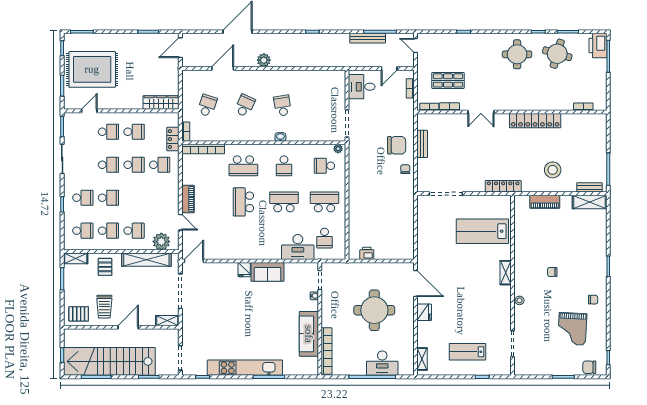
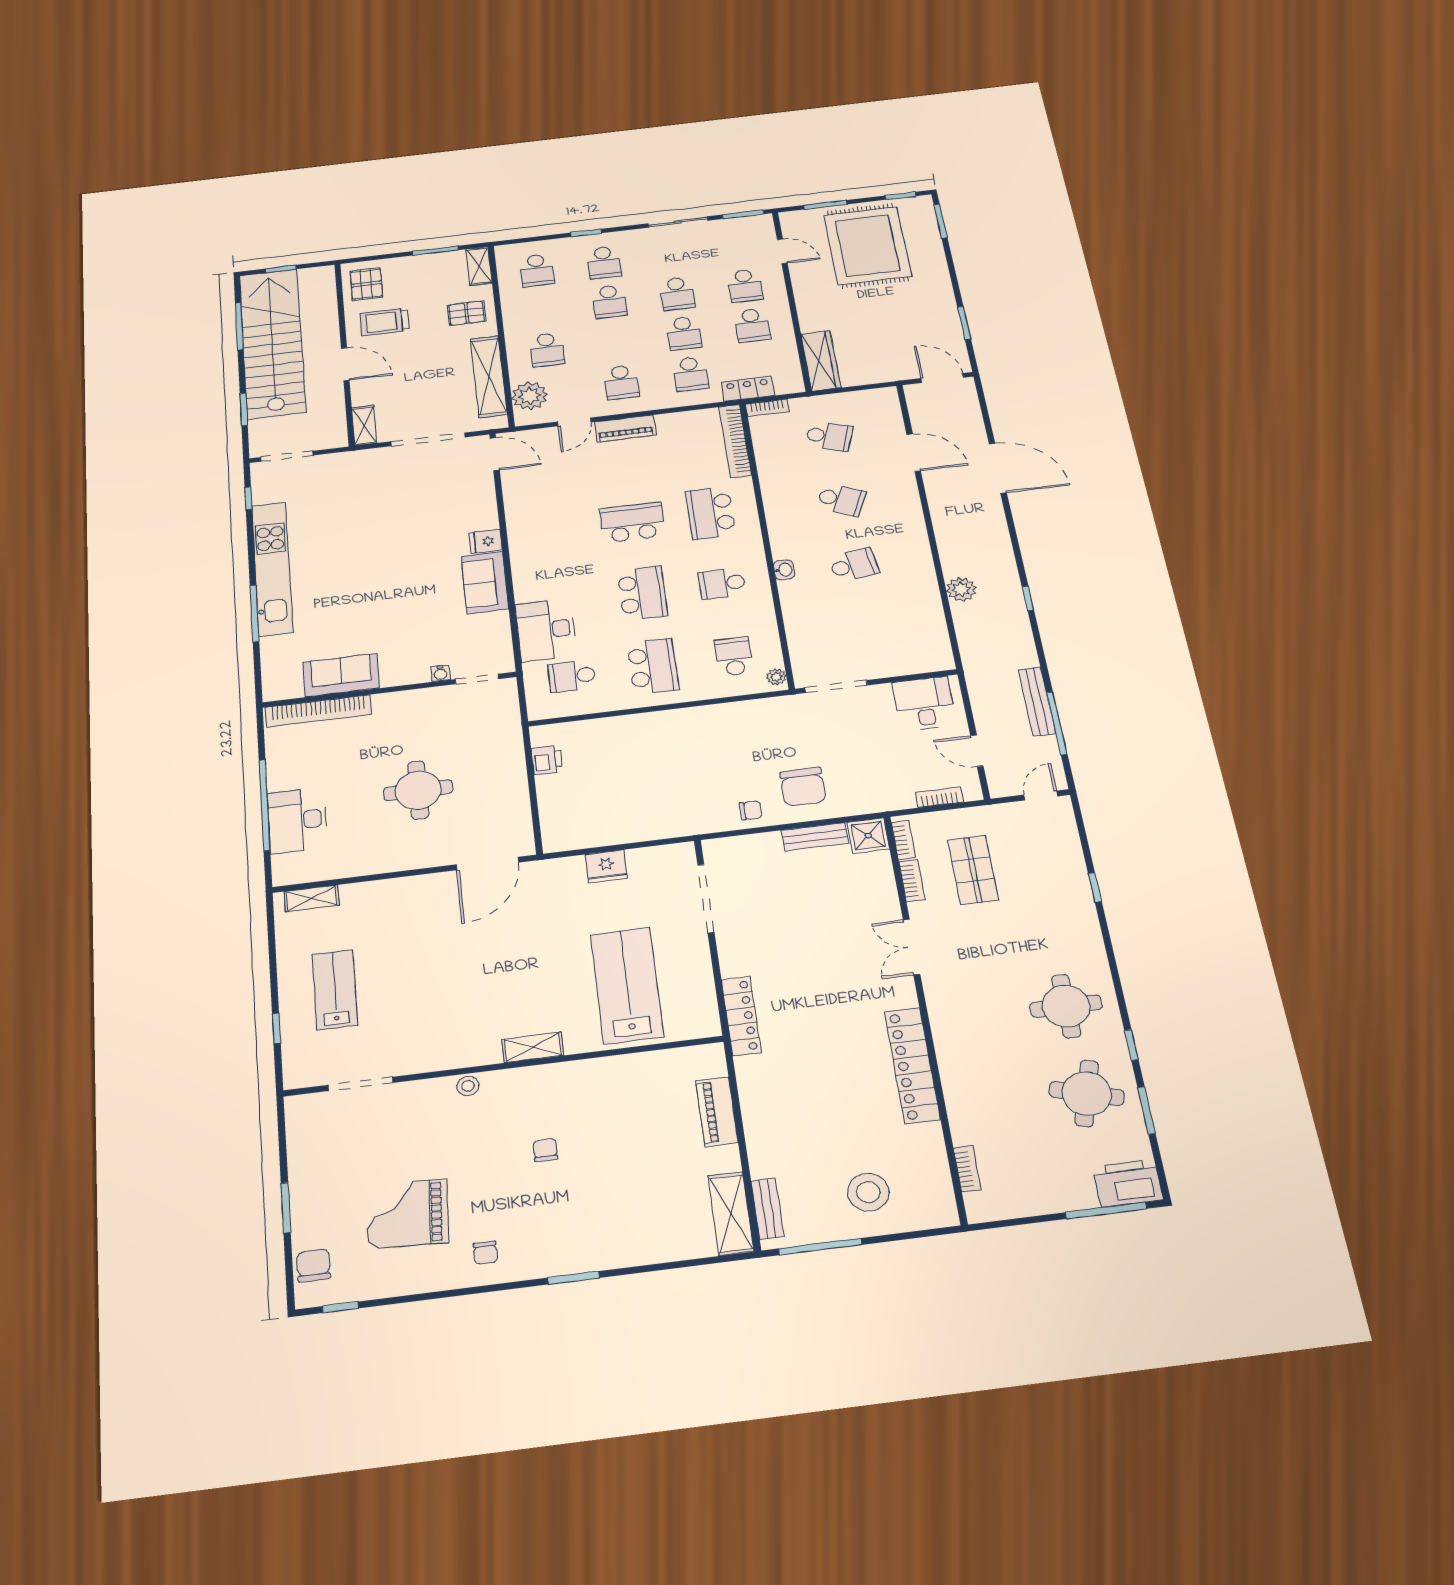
plant: (264, 60) -> (961, 589), moved
shower: (425, 121) -> (868, 836), added
stool: (553, 170) -> (868, 1192), moved
school desk: (108, 231) -> (621, 382), moved
round table: (374, 310) -> (418, 790), width x0.73, depth x0.73
fridge: (424, 312) -> (606, 866), moved
sofa: (309, 334) -> (341, 675), width x0.73

